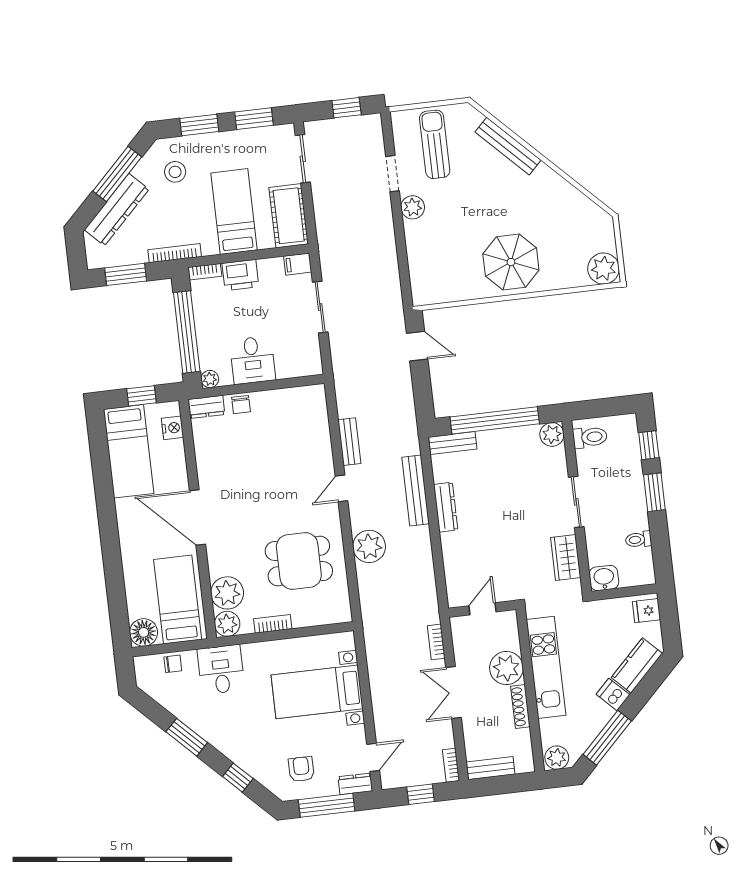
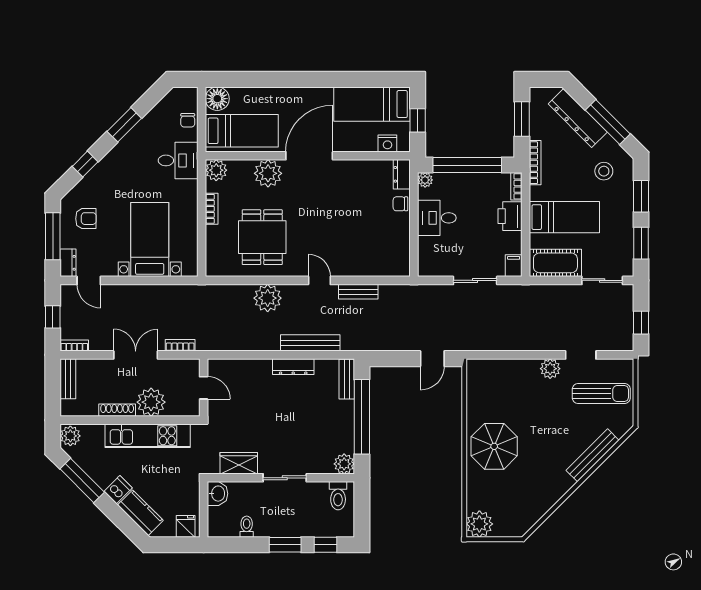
plant: (227, 593) -> (268, 173), moved

